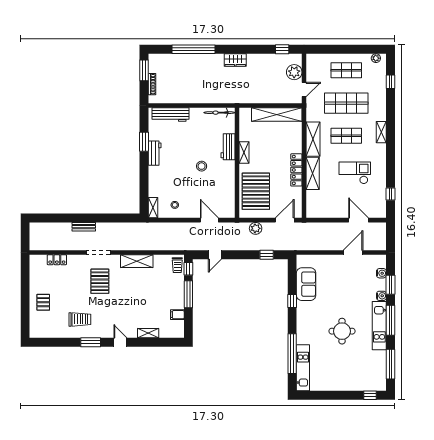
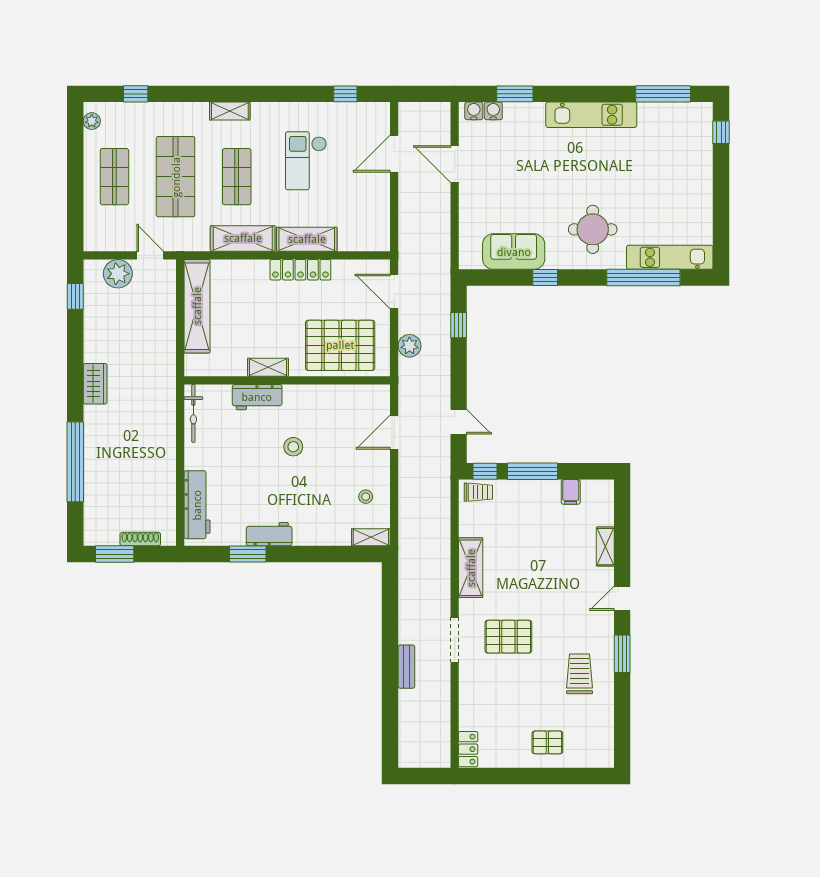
locker: (57, 260) -> (468, 749), moved
water cooler: (381, 296) -> (474, 111), moved
window: (390, 320) -> (581, 94), removed
round table: (342, 331) -> (593, 229), moved

